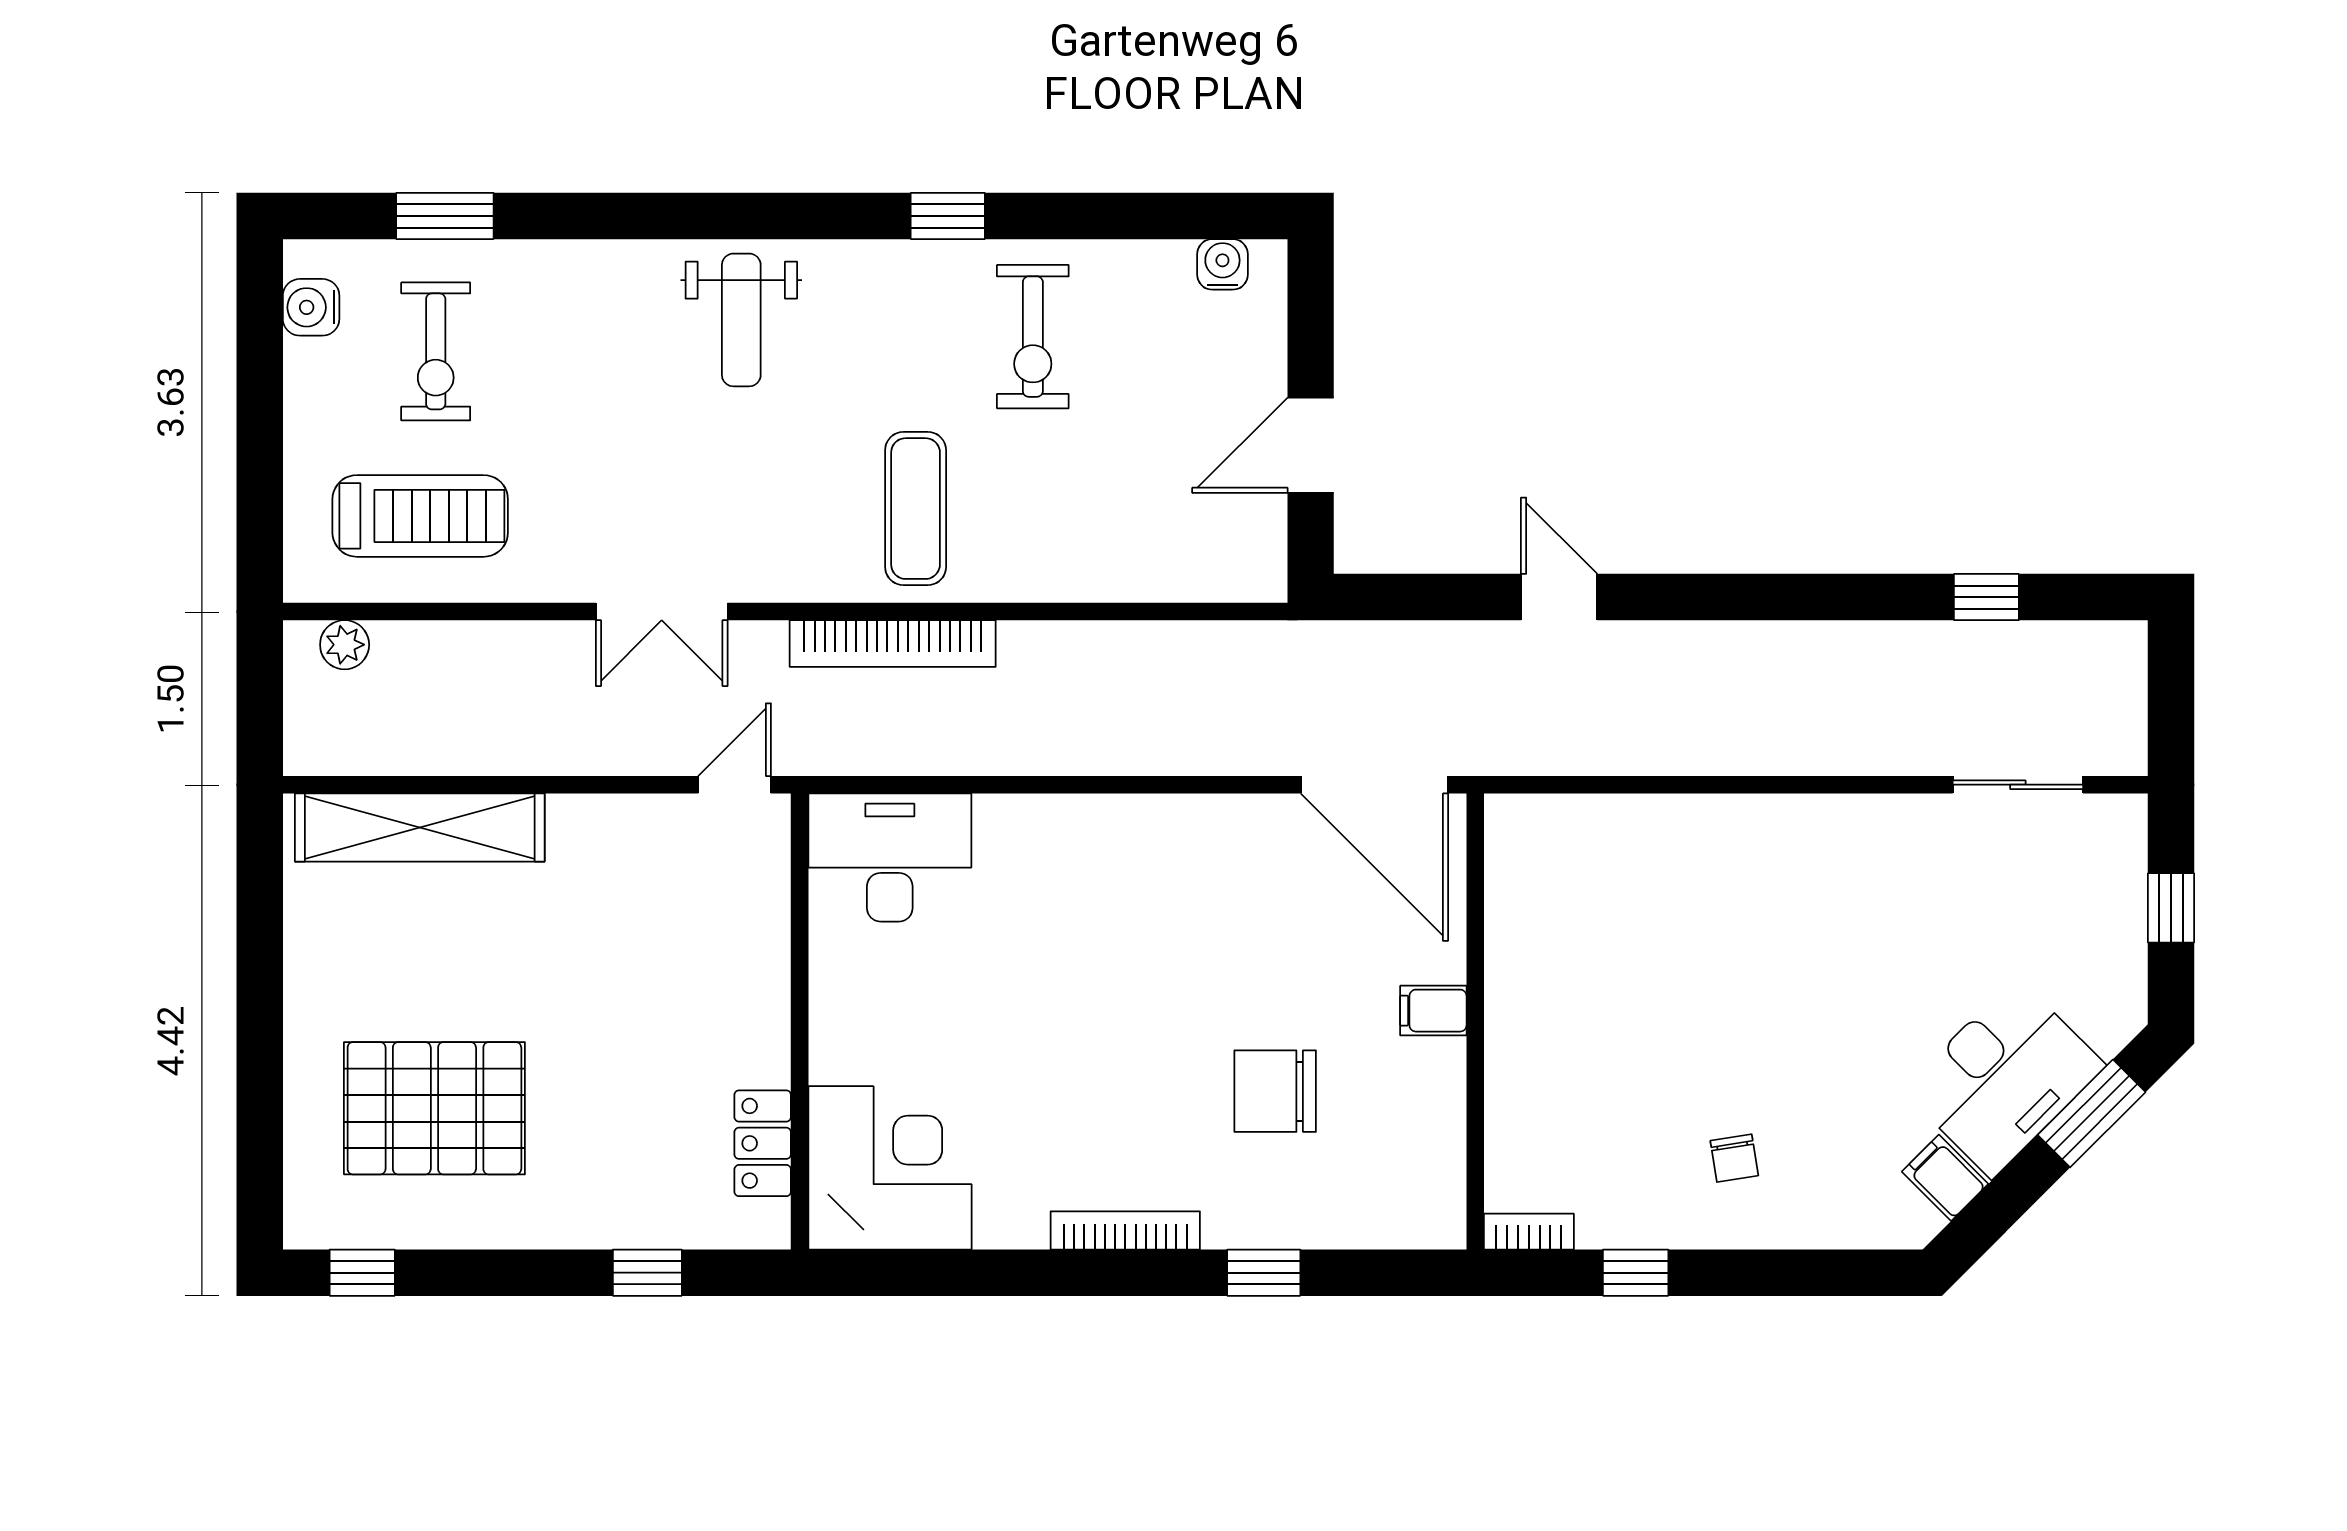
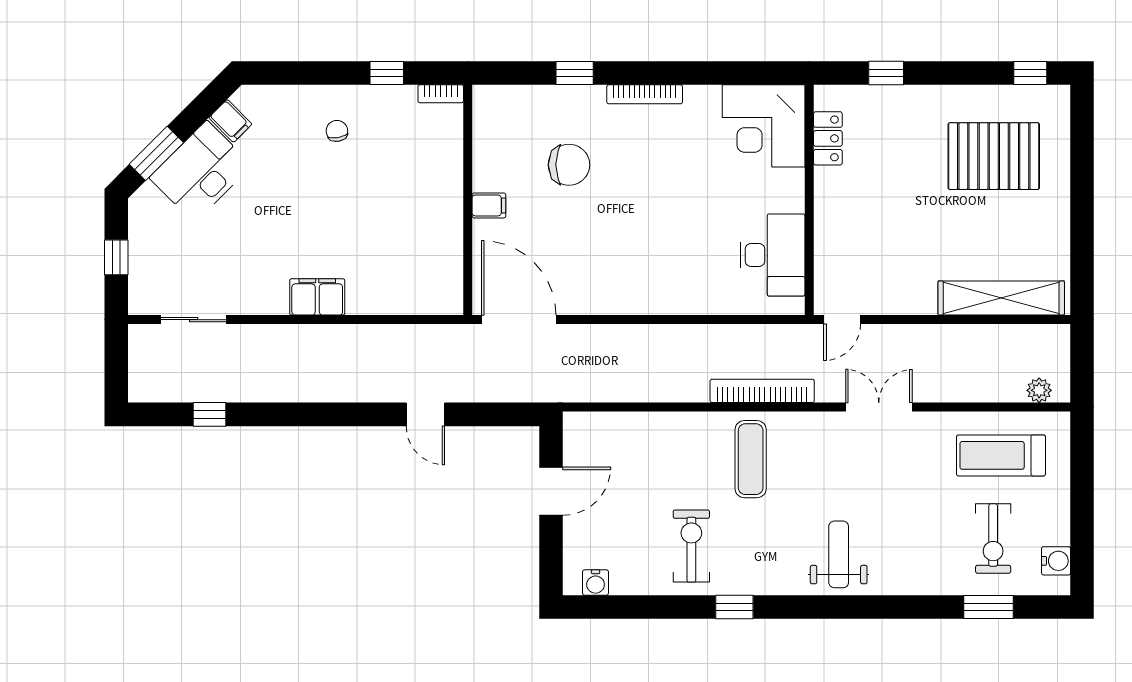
exercise bike: (436, 351) -> (993, 539), turned 180
filing cabinet: (1773, 830) -> (317, 297), added
desk: (890, 857) -> (772, 255), moved, turned -90

